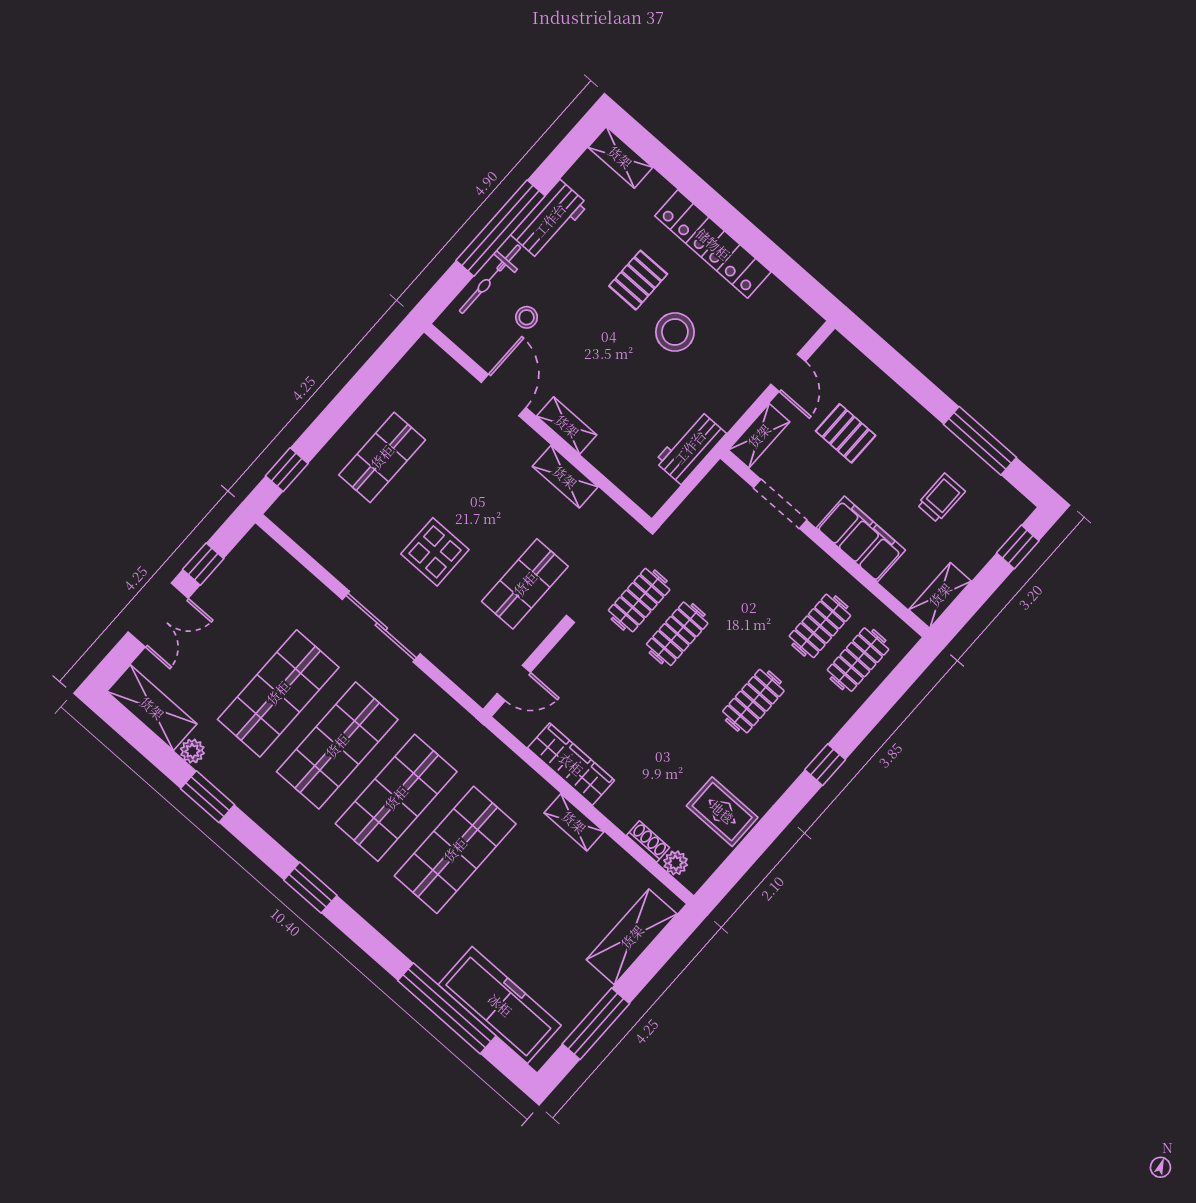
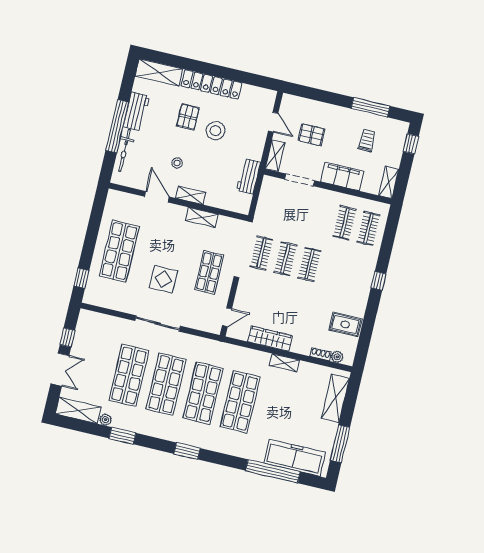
shelving: (620, 157) -> (159, 73), width x1.50, depth x1.33
stool: (527, 317) -> (177, 163), moved
shop shelf: (382, 457) -> (119, 251), width x1.43, depth x1.36
clothes rail: (753, 701) -> (309, 264), moved

